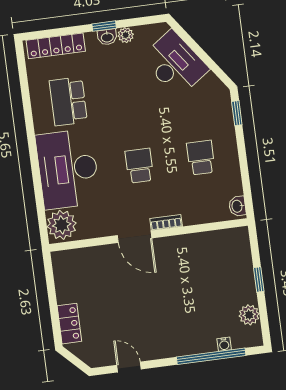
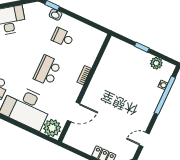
school desk: (139, 166) -> (47, 71), width x1.85
washbasin: (237, 206) -> (56, 15), moved
door: (135, 237) -> (74, 112), moved

